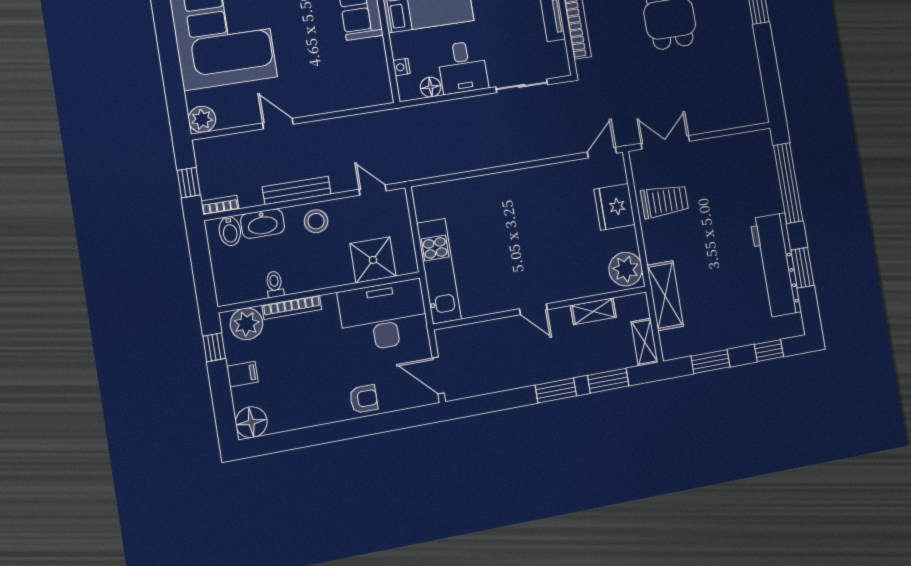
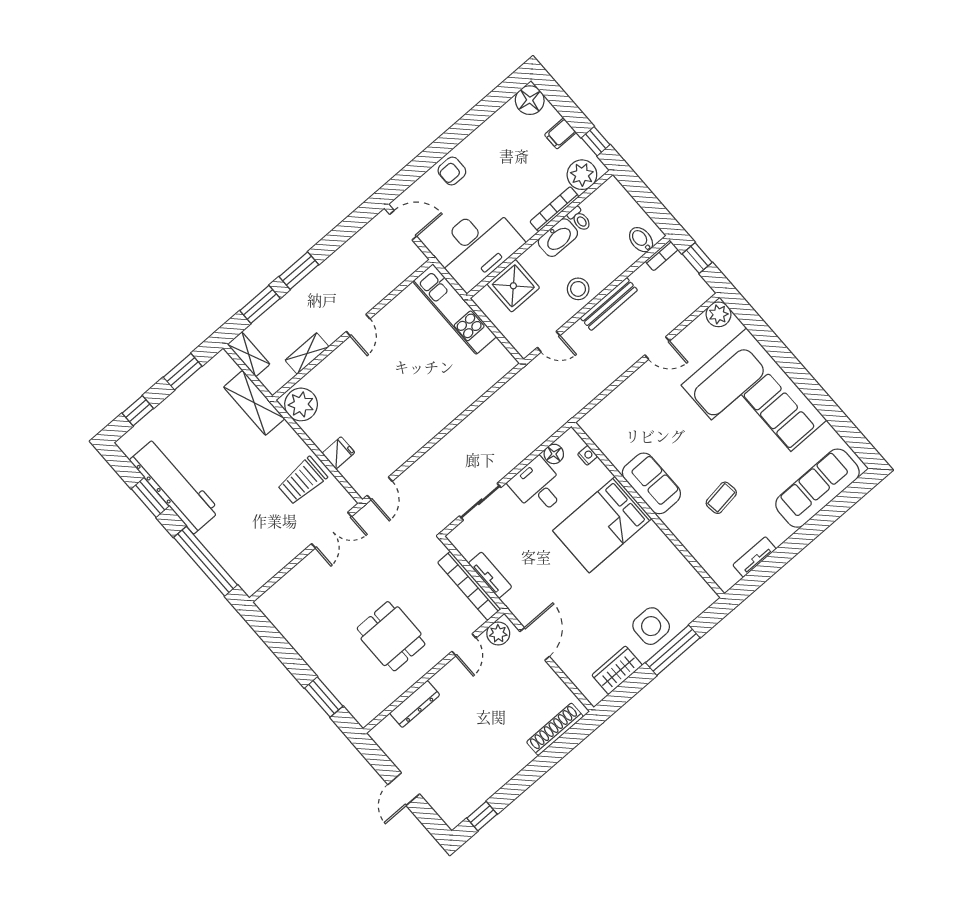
fridge: (614, 207) -> (338, 453), width x0.53, depth x0.75
washbasin: (262, 224) -> (558, 238), moved, turned 180
door: (533, 309) -> (358, 325), swing flipped

